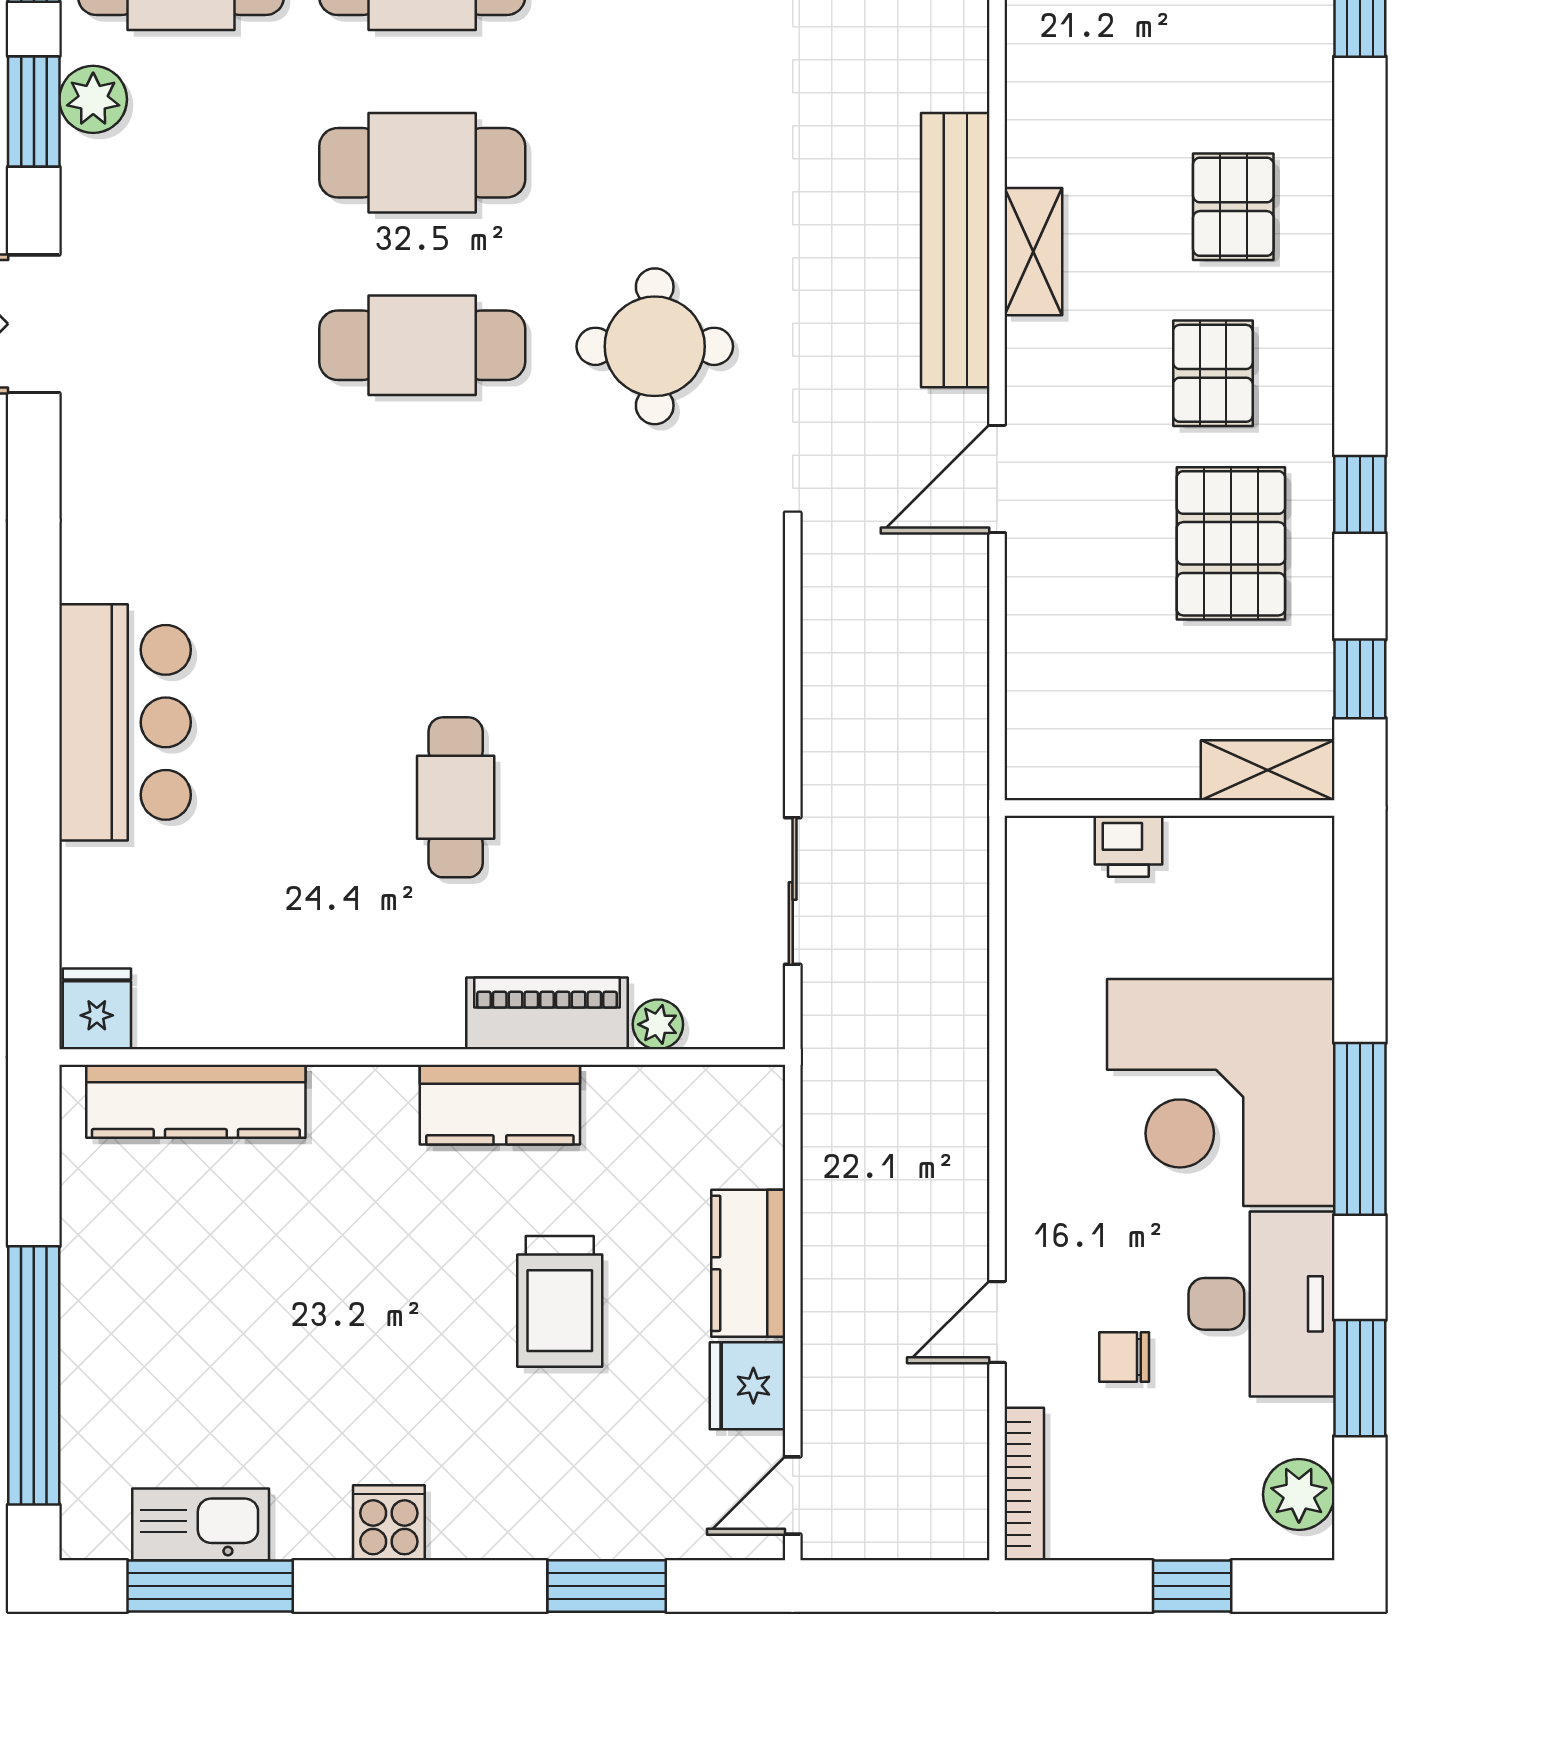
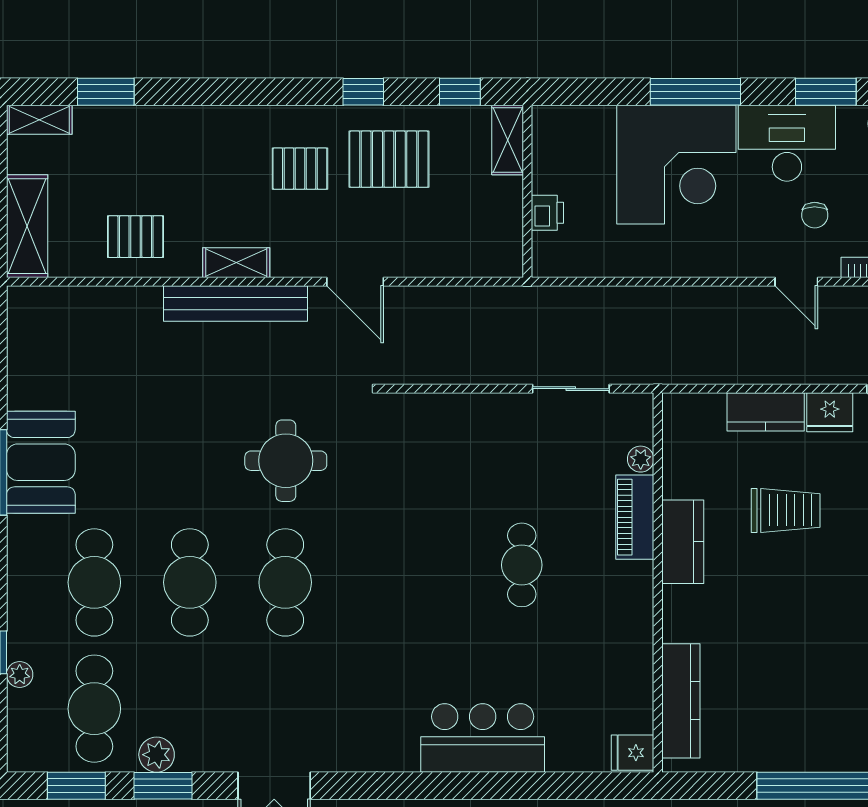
pallet: (1233, 207) -> (135, 237), moved
cafe table: (456, 797) -> (522, 565), turned 90

